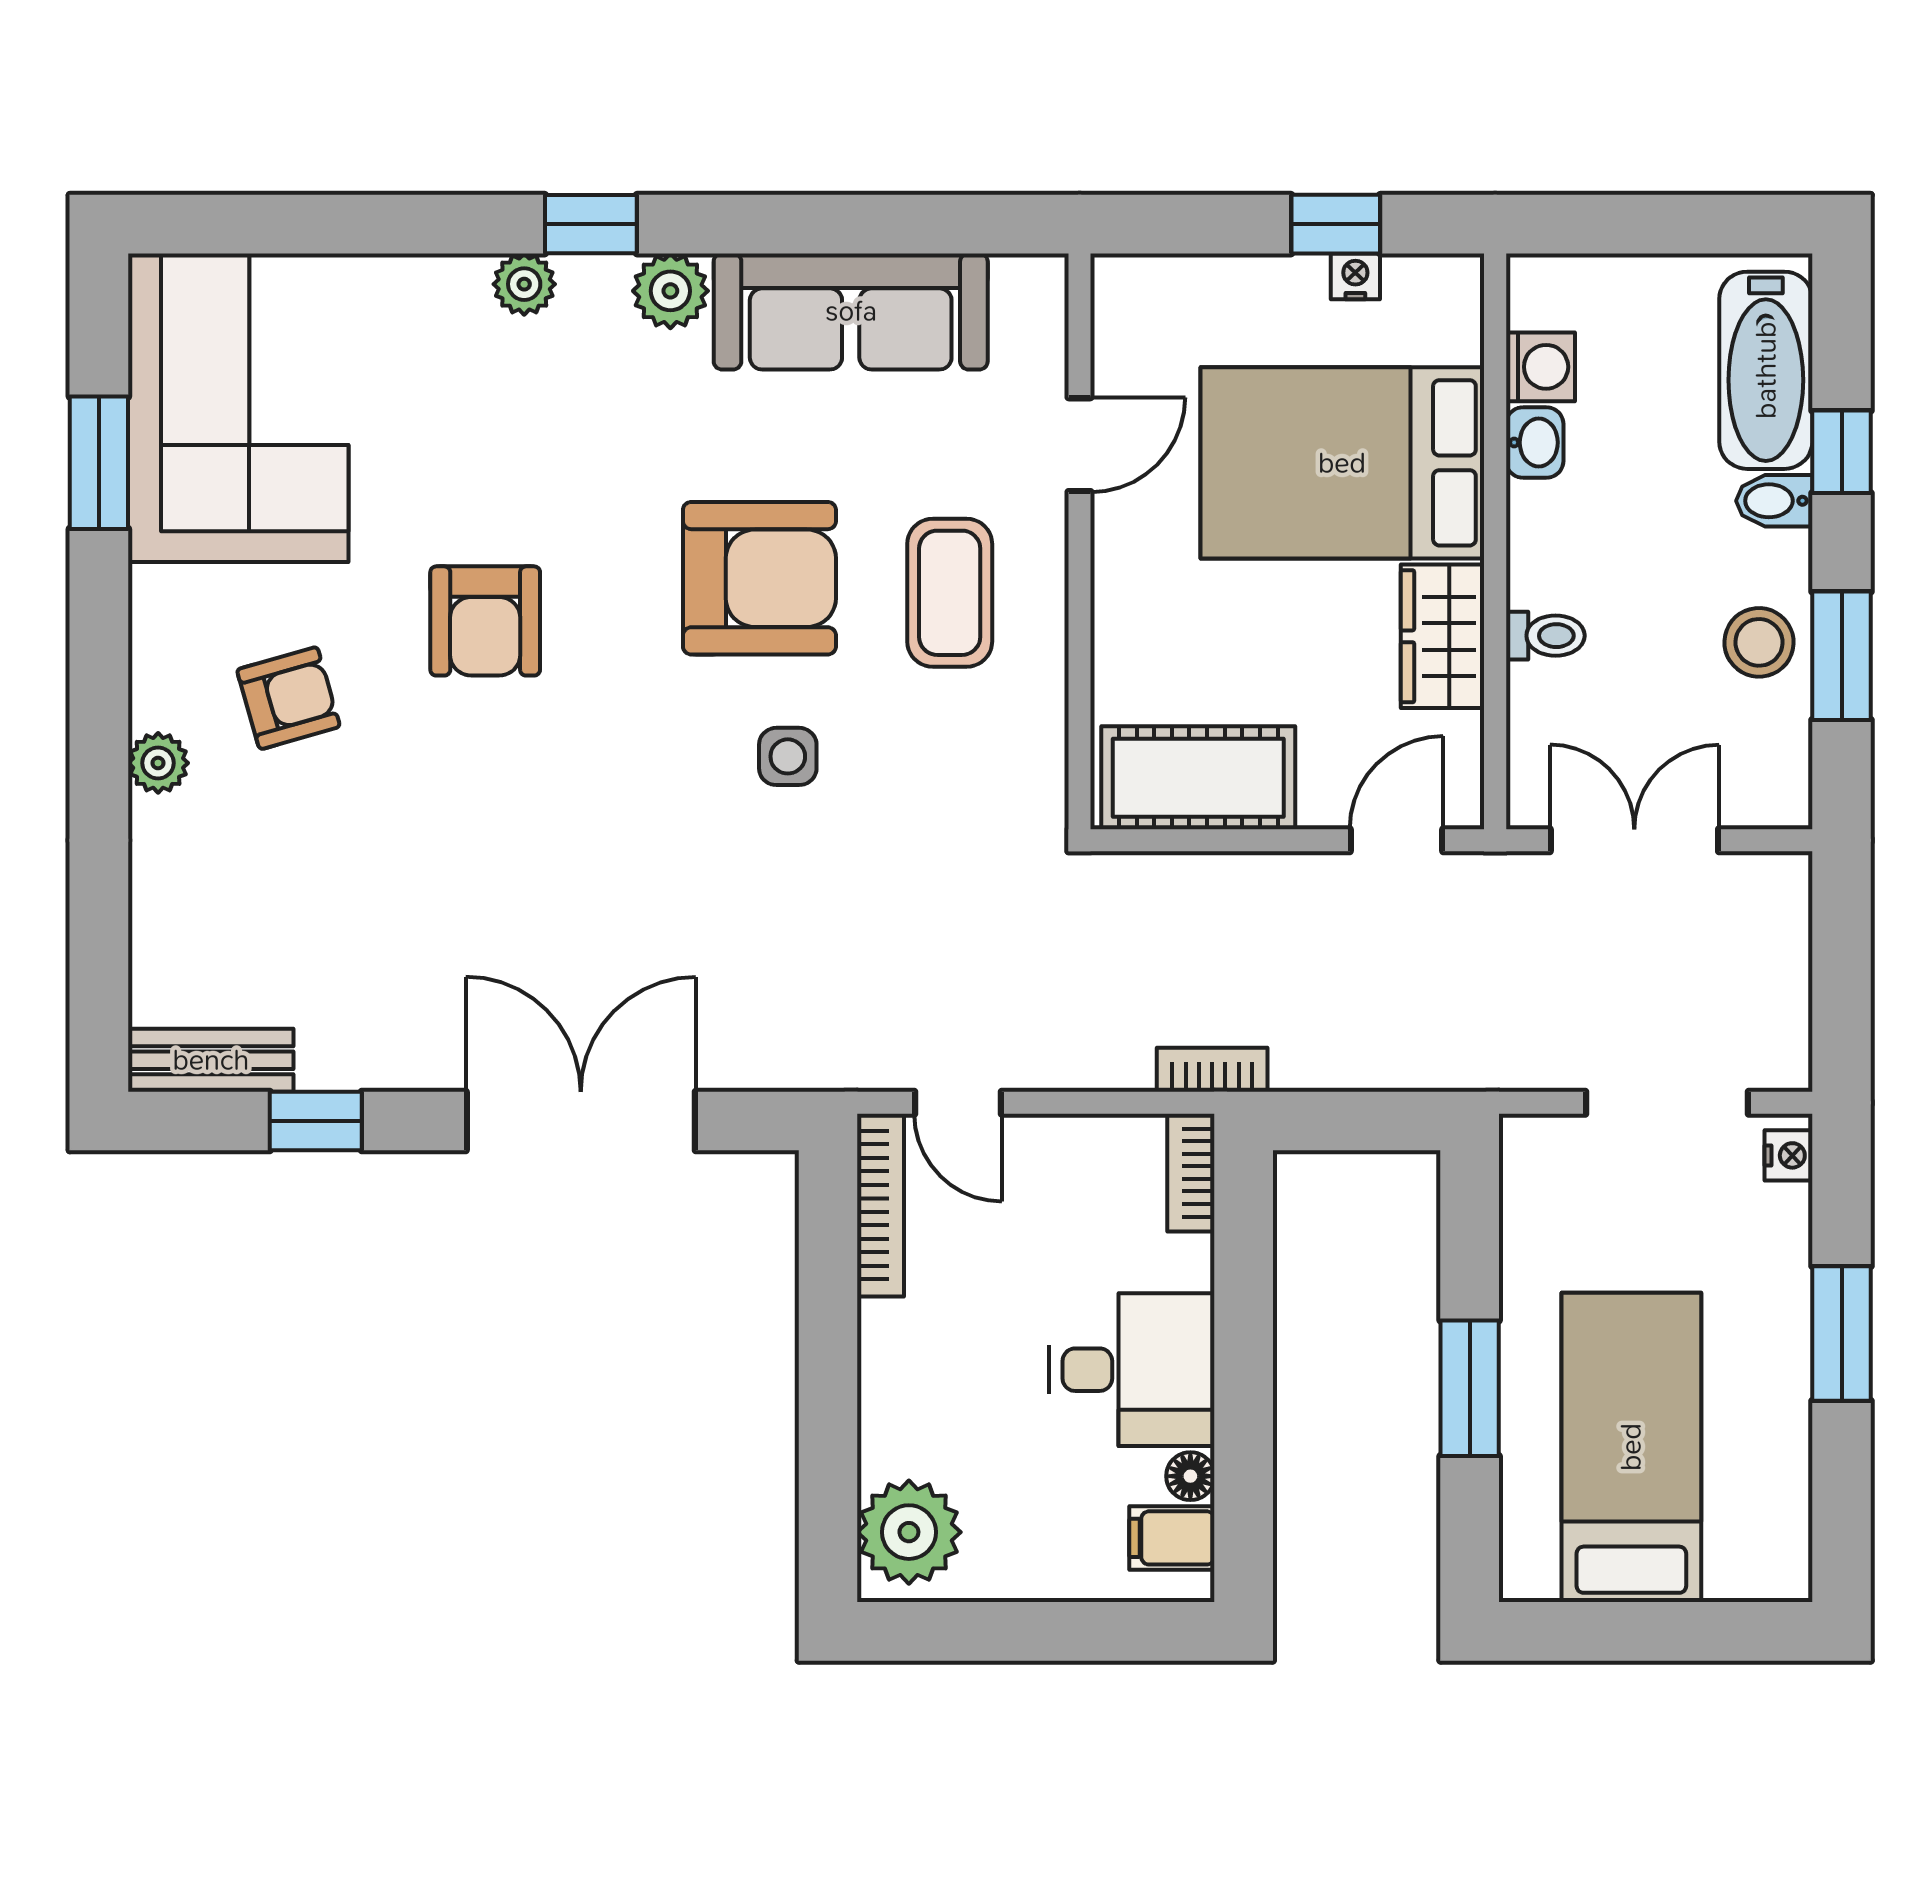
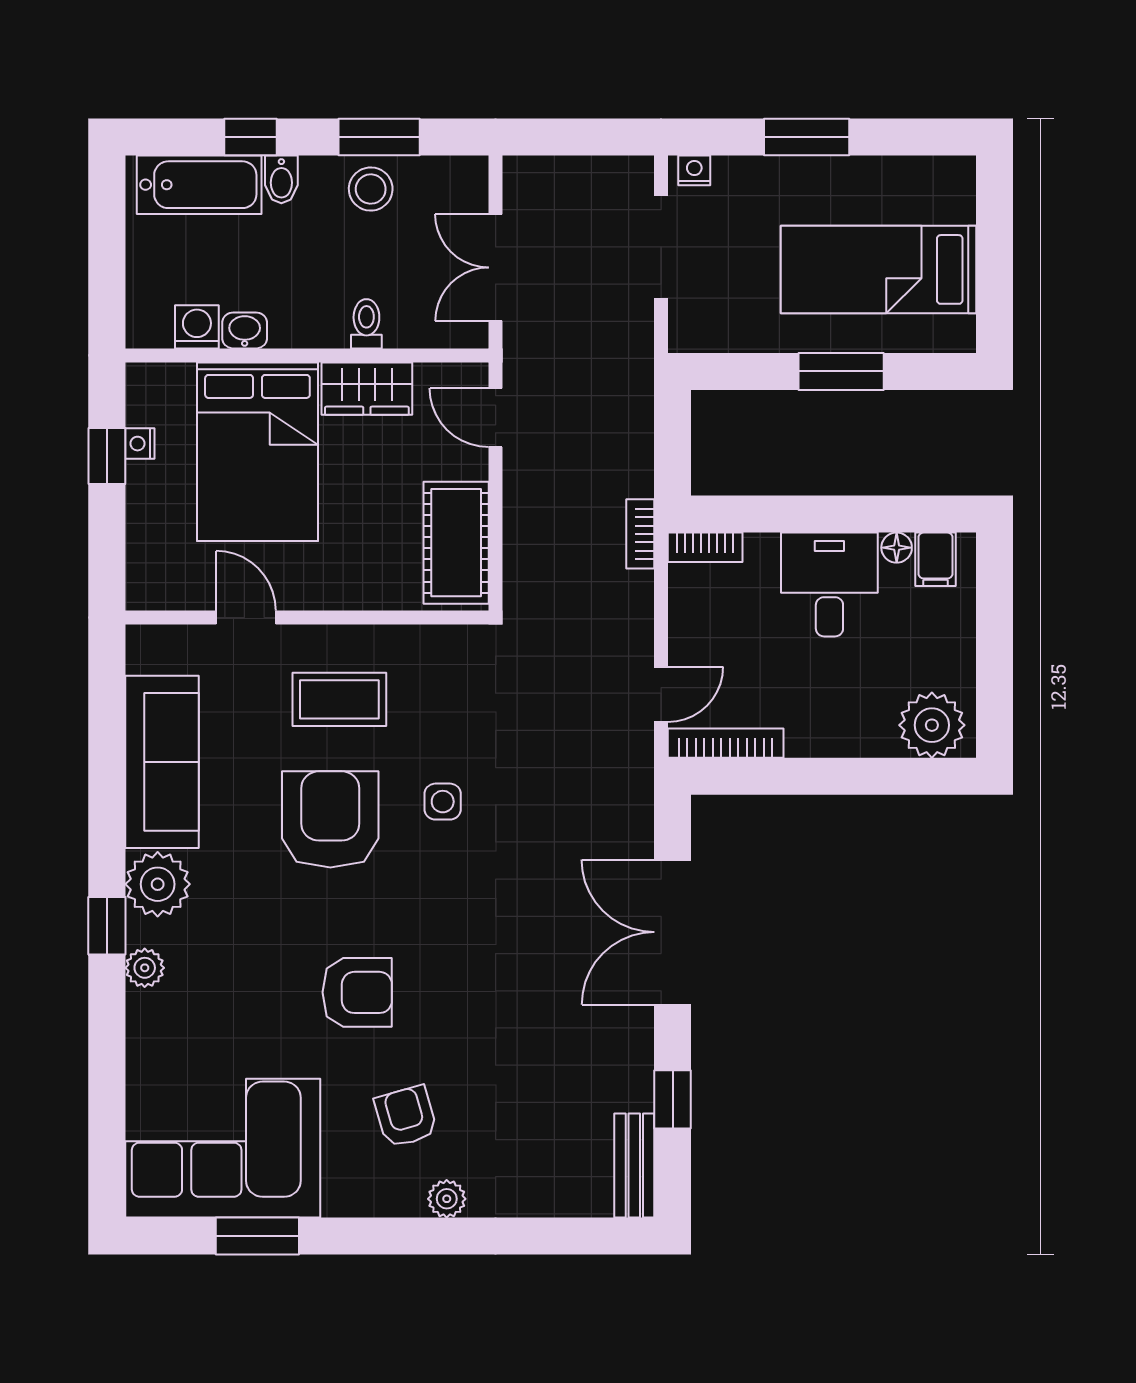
plant: (670, 291) -> (158, 884), width x1.36, depth x1.36

